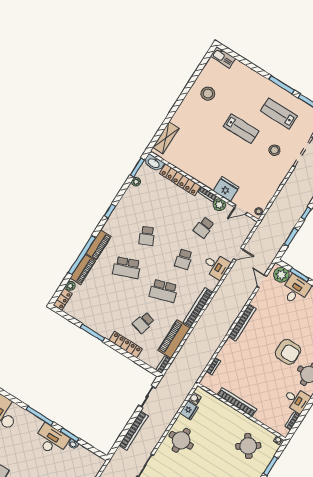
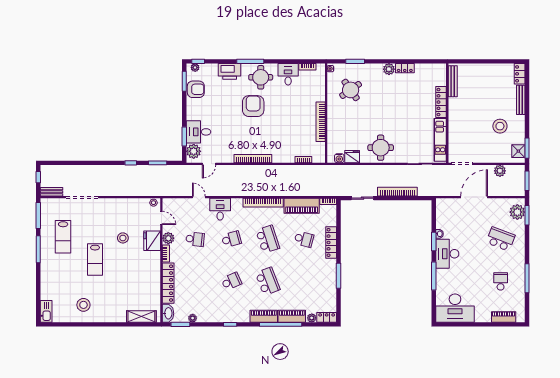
lab bench: (241, 129) -> (95, 260), turned 180
stool: (274, 150) -> (123, 238), moved

